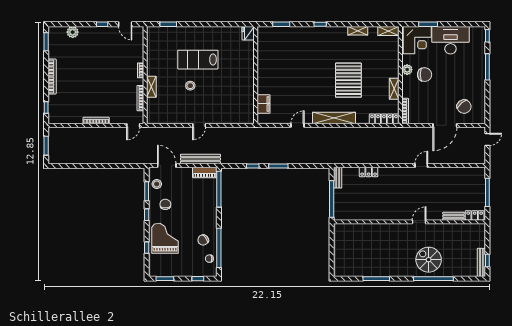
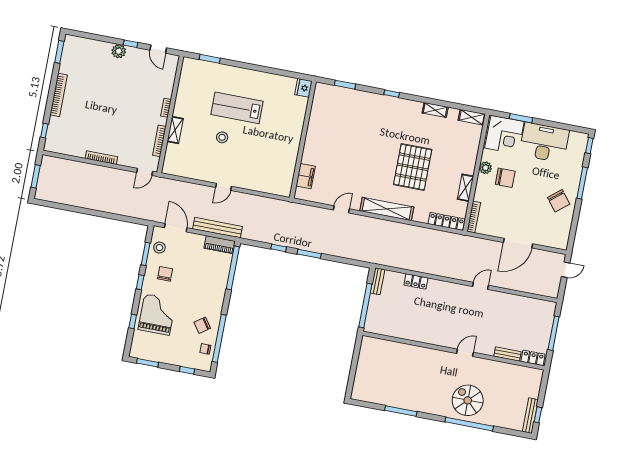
plant: (73, 32) -> (119, 51), moved
chair: (464, 107) -> (559, 201), moved

